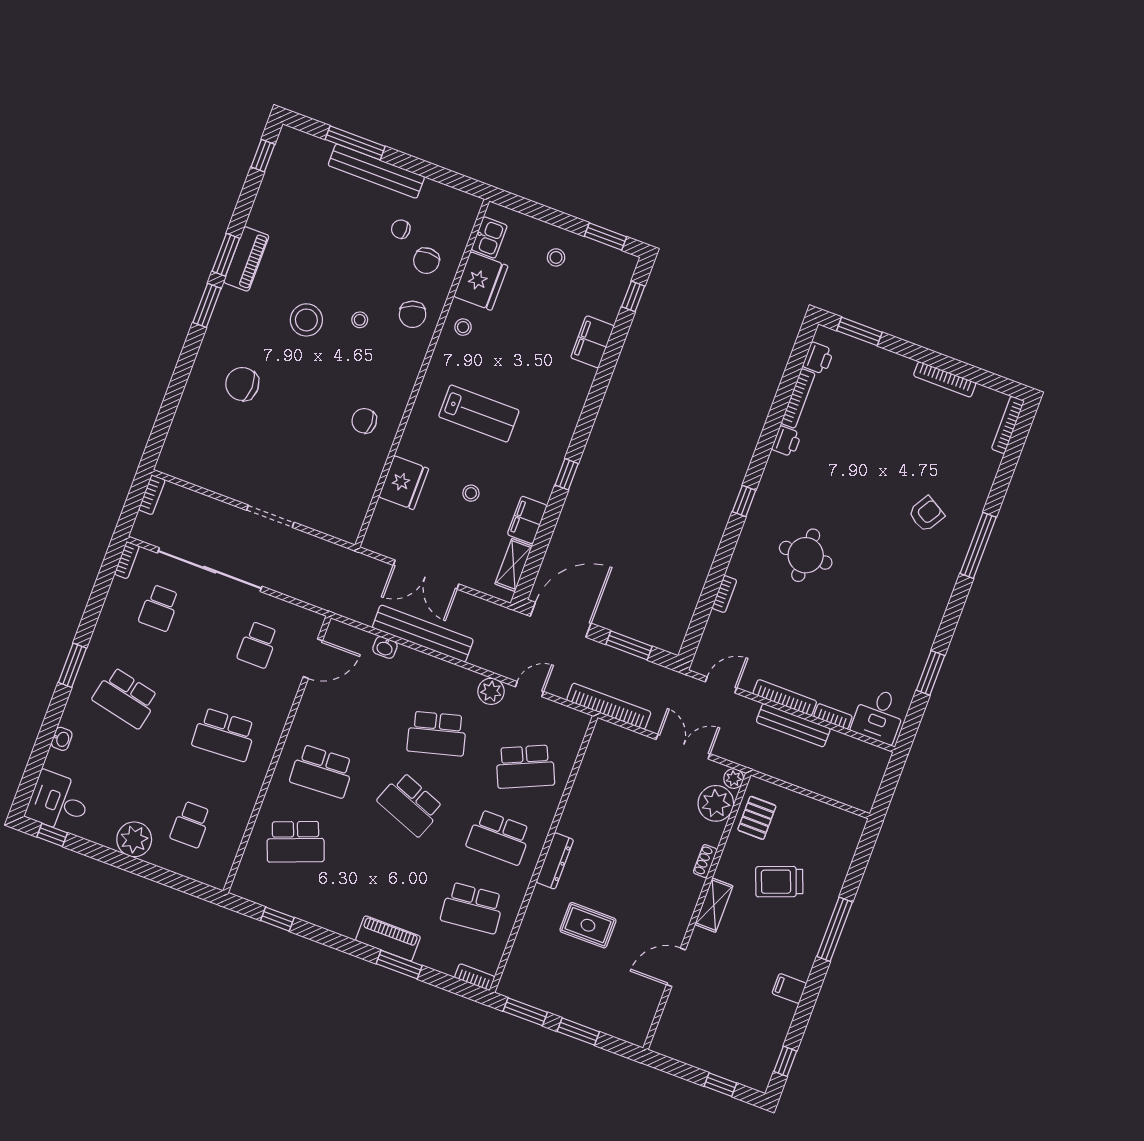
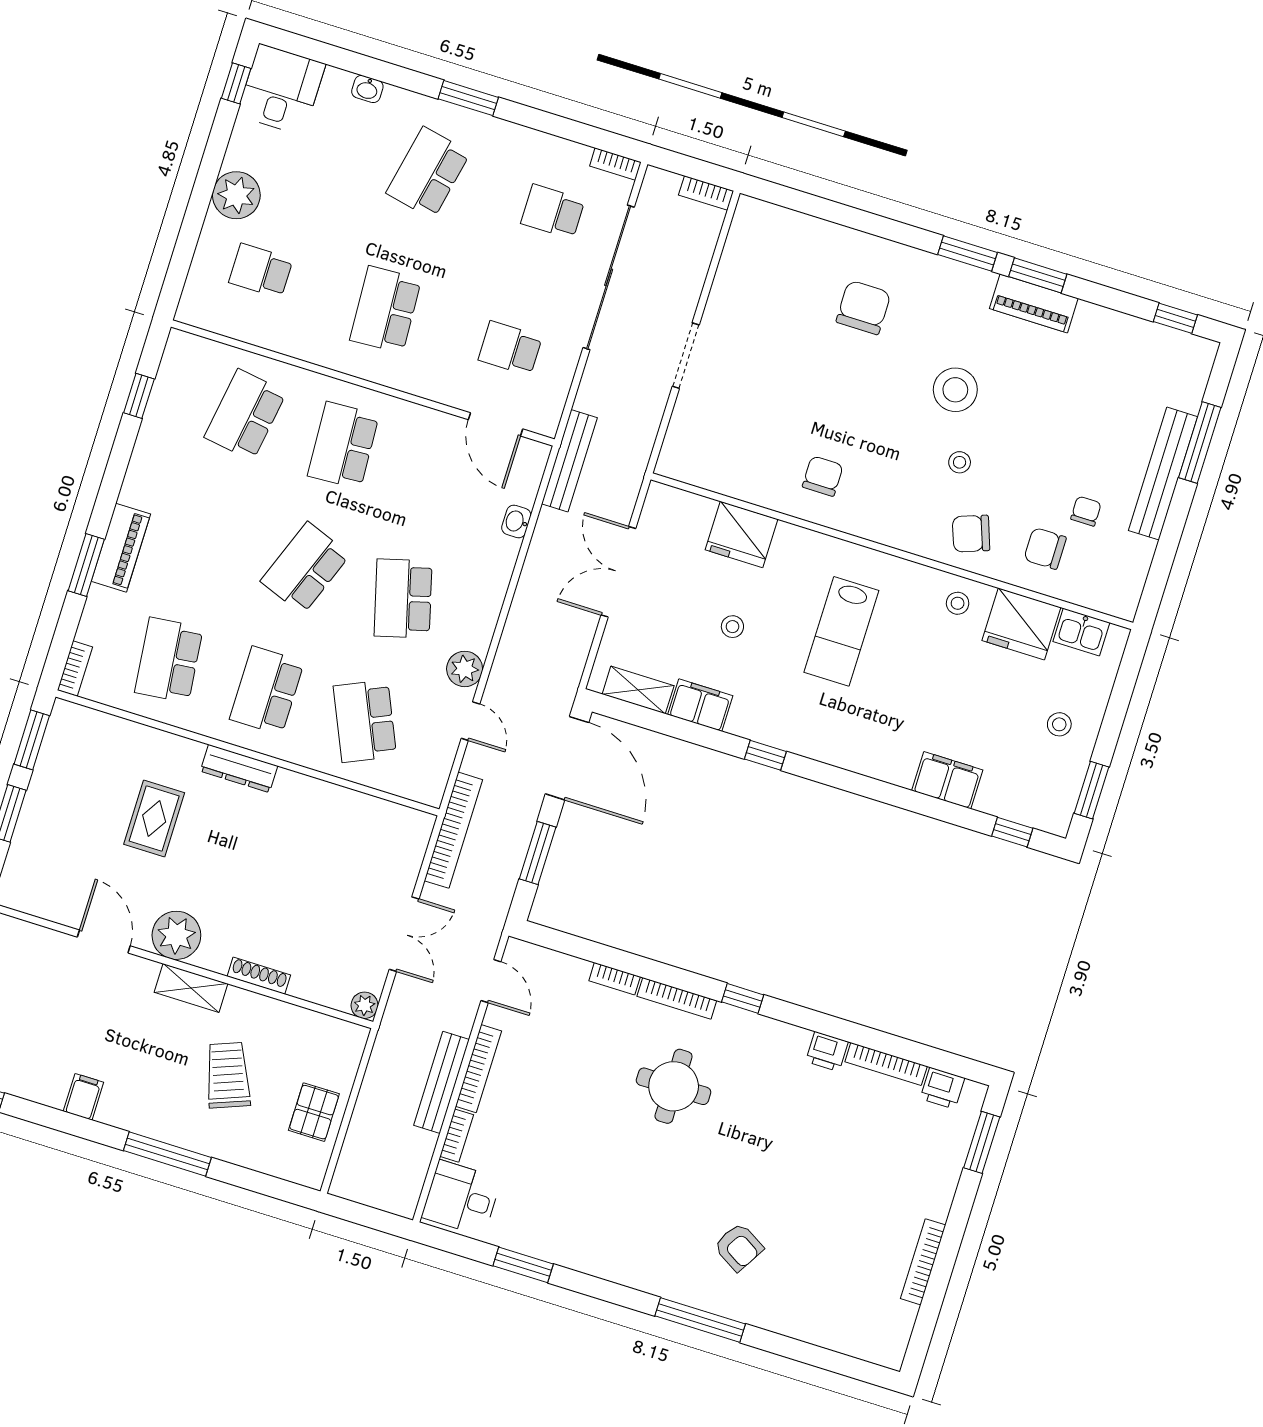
bookcase: (1008, 425) -> (677, 998), moved, turned 180
bench: (423, 634) -> (569, 461), moved, width x0.73, depth x0.82
plant: (716, 803) -> (176, 935), moved
pallet: (757, 818) -> (314, 1112), moved, turned 90
school desk: (296, 842) -> (245, 415), turned 30
shoe rack: (705, 861) -> (259, 976), width x1.43

